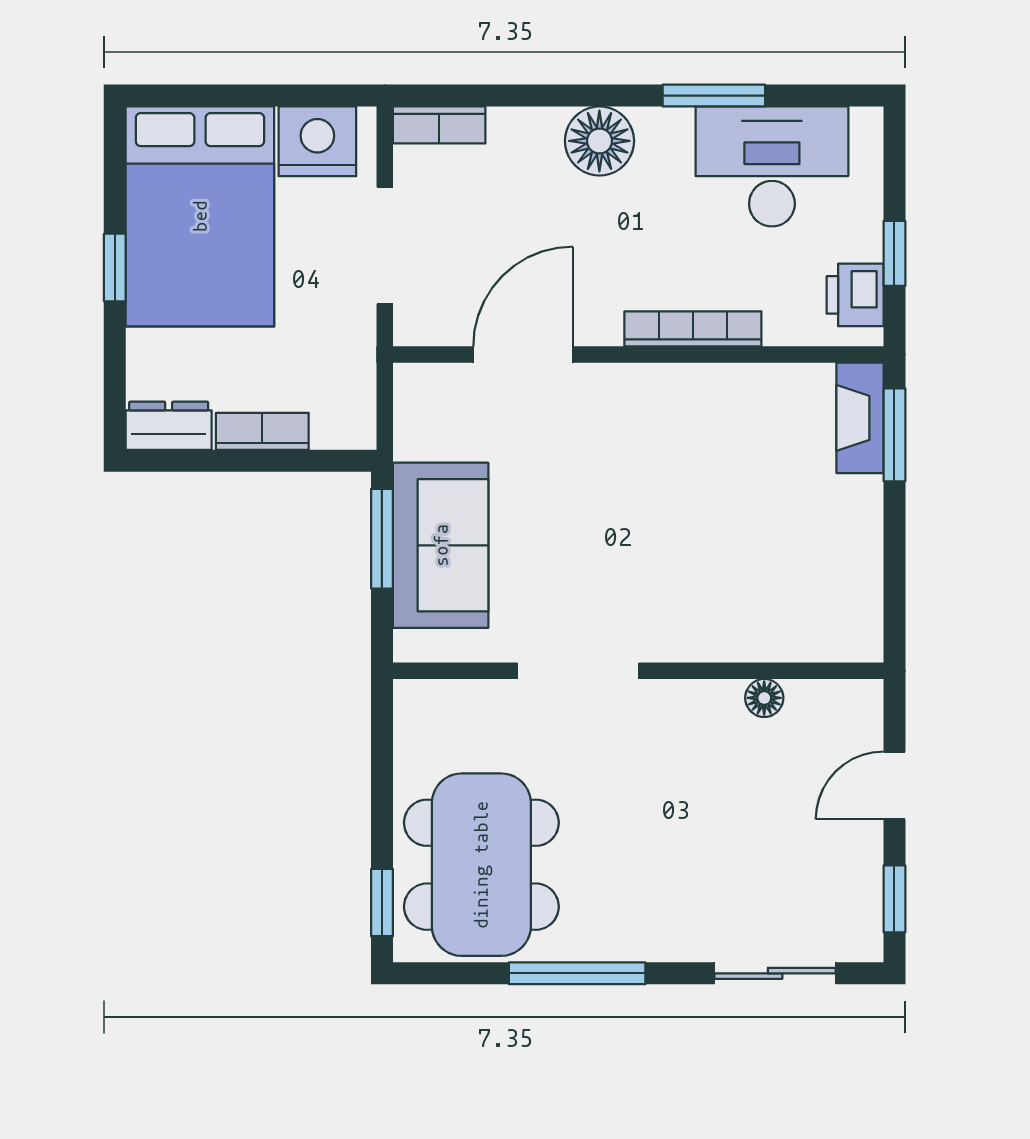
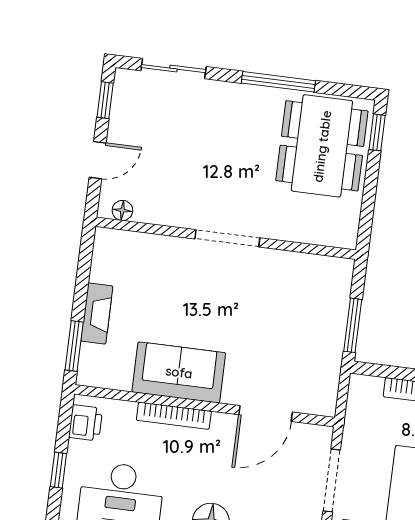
window: (894, 253) -> (58, 470), moved
fireplace: (860, 418) -> (97, 314), moved
sofa: (441, 545) -> (179, 372), moved, turned 90
doorway: (578, 671) -> (227, 238), moved
floor lamp: (764, 698) -> (122, 210), moved

